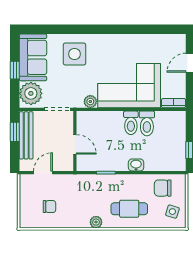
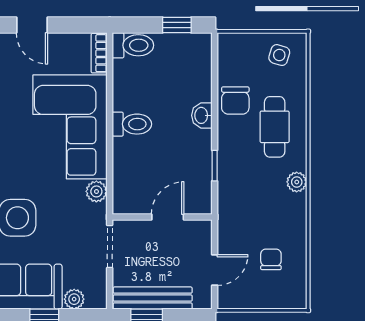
plant: (31, 93) -> (74, 299), width x0.53, depth x0.53
toilet: (147, 123) -> (133, 45), moved
door: (43, 173) -> (215, 270), swing flipped
chair: (163, 188) -> (235, 100), moved

